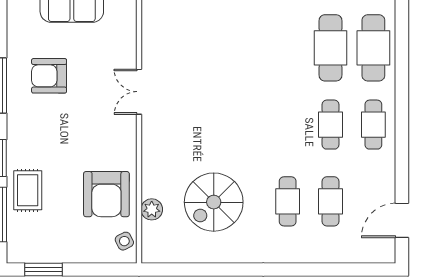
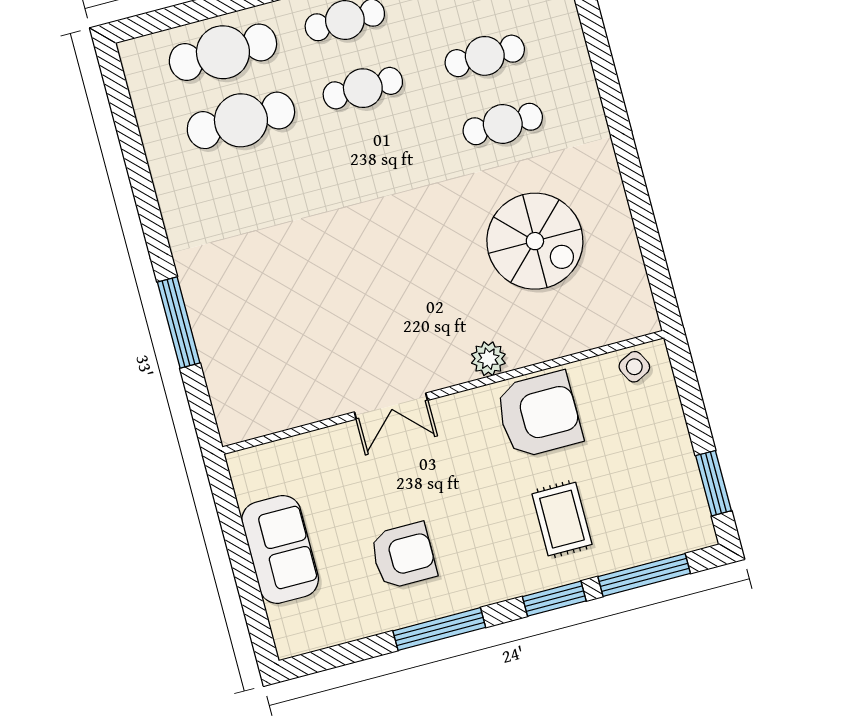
armchair: (49, 76) -> (403, 556), turned -90
rug: (28, 190) -> (562, 519), moved, turned 90
armchair: (106, 194) -> (539, 415), moved
plant: (152, 209) -> (488, 359), moved

